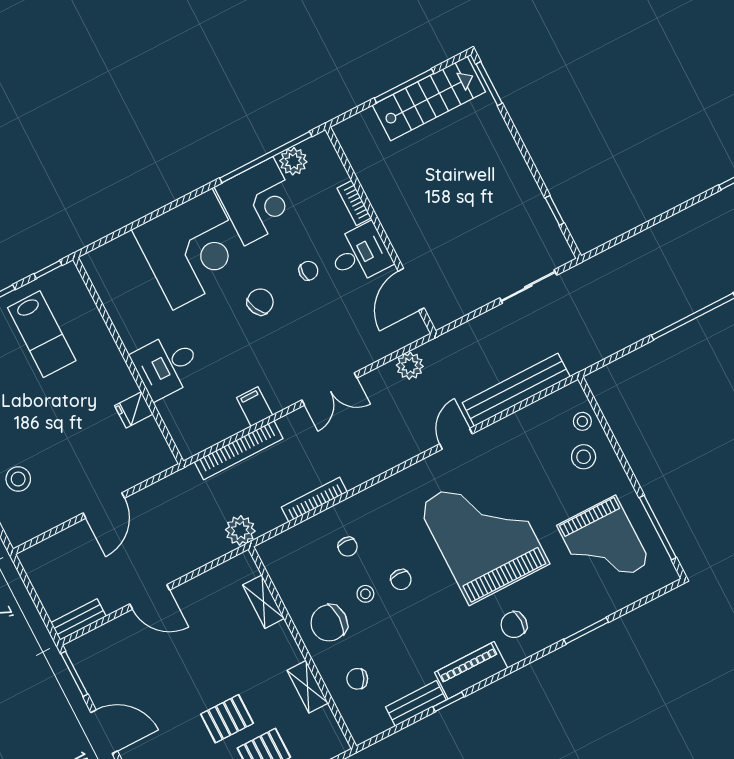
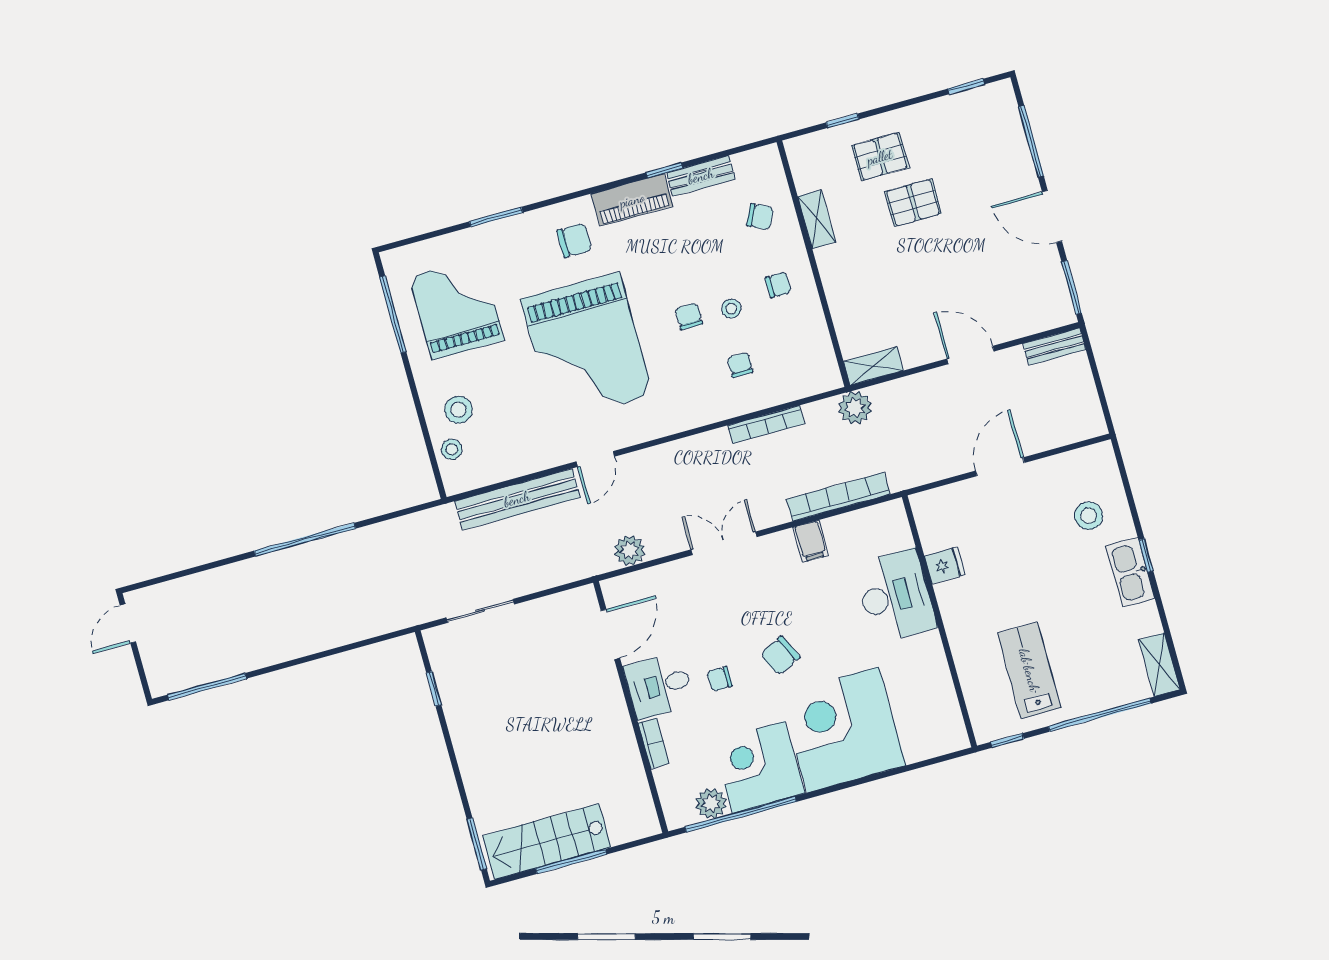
desk: (167, 365) -> (895, 596), width x1.37
shelving: (263, 602) -> (873, 366), moved, turned 90
chair: (329, 623) -> (778, 285), width x0.54, depth x0.54

